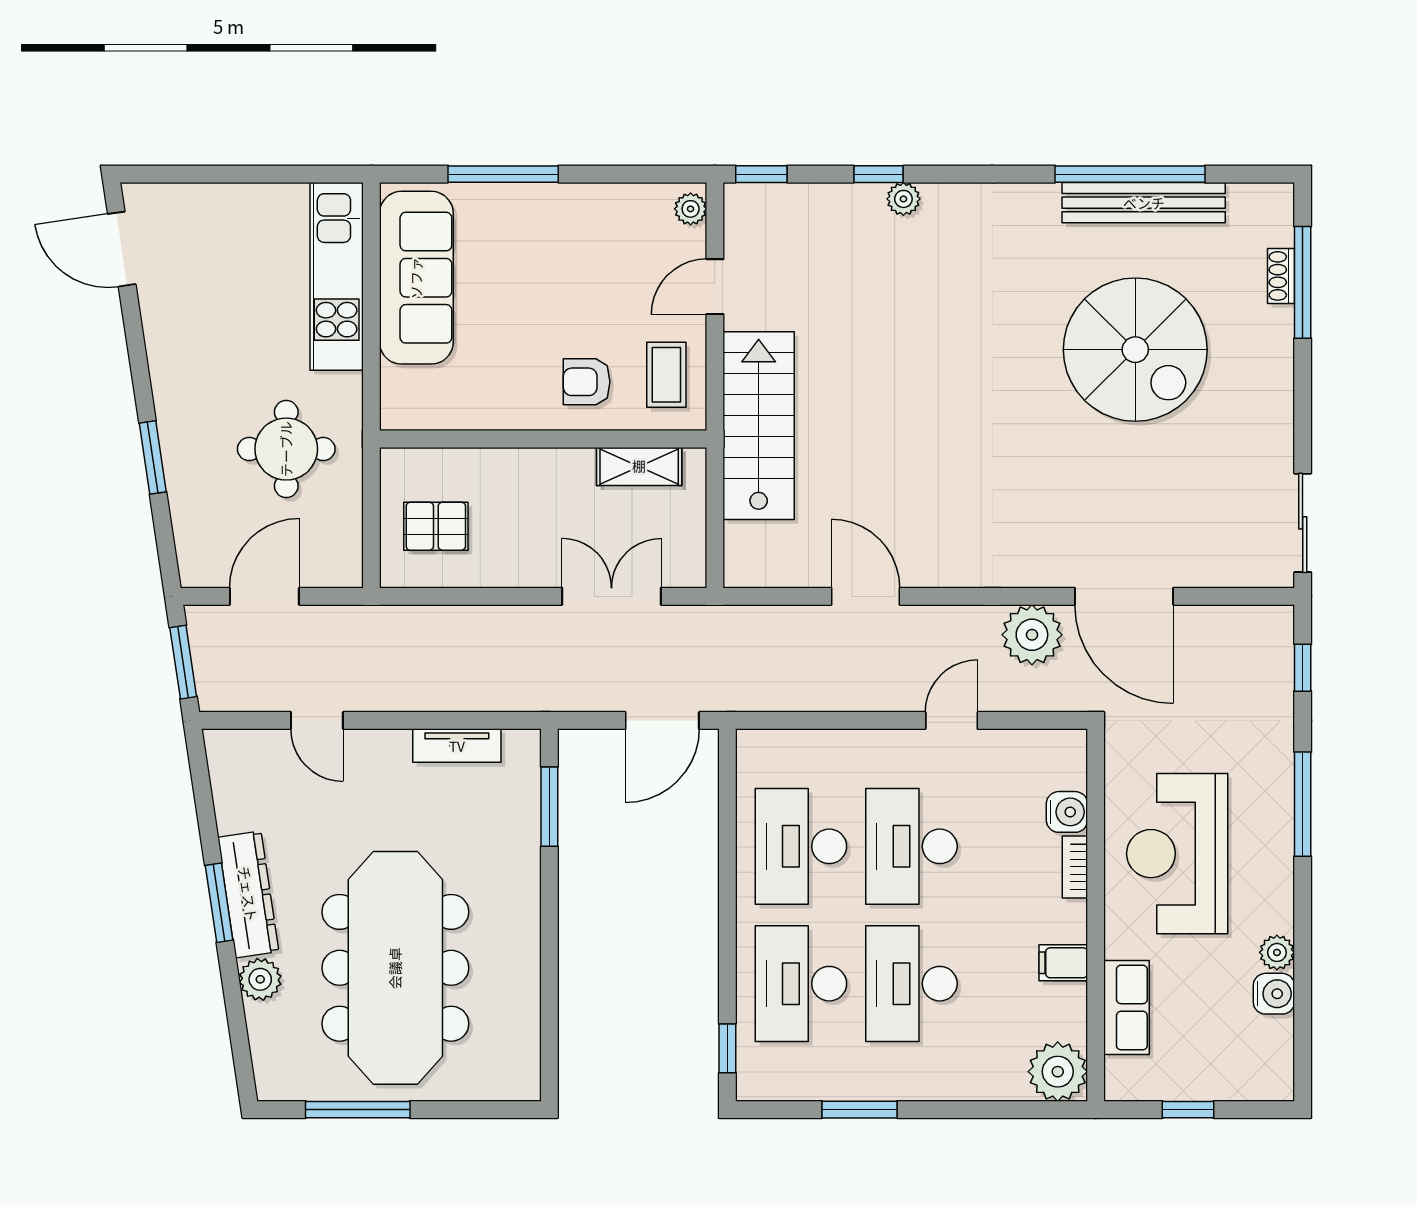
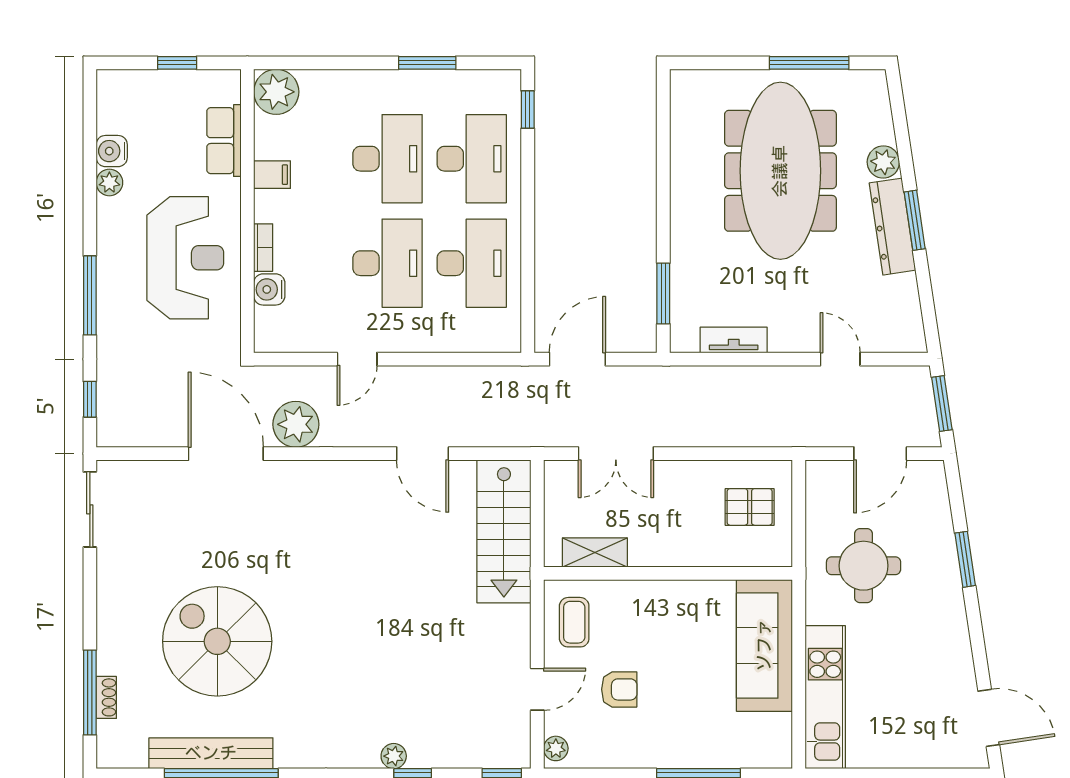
sofa: (416, 278) -> (764, 645), moved
armchair: (587, 382) -> (619, 689), moved
stairs: (759, 426) -> (504, 531), moved

